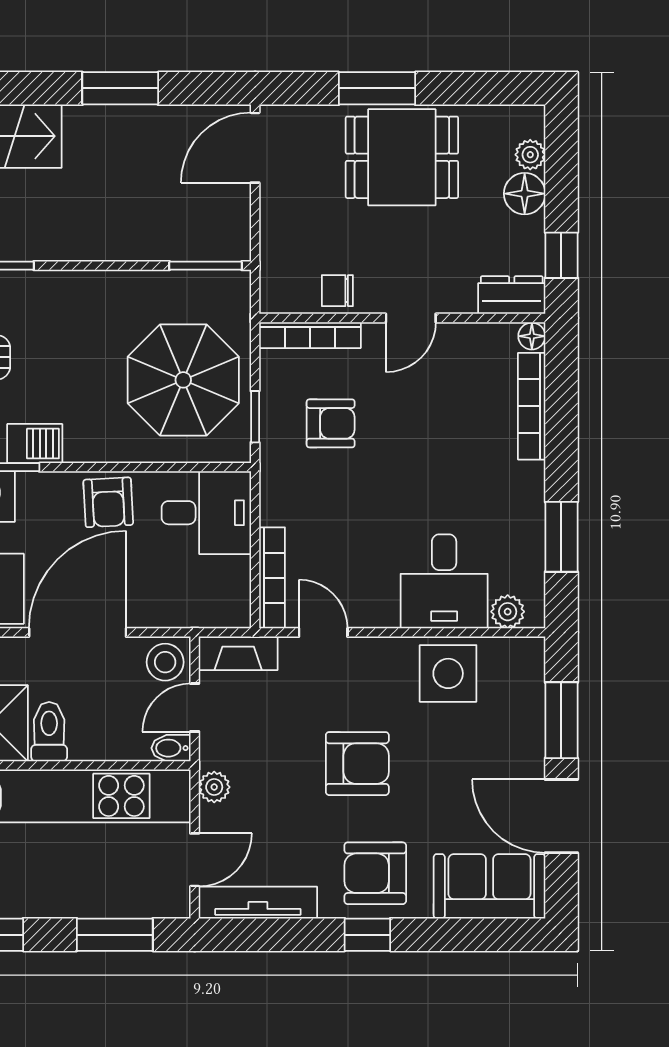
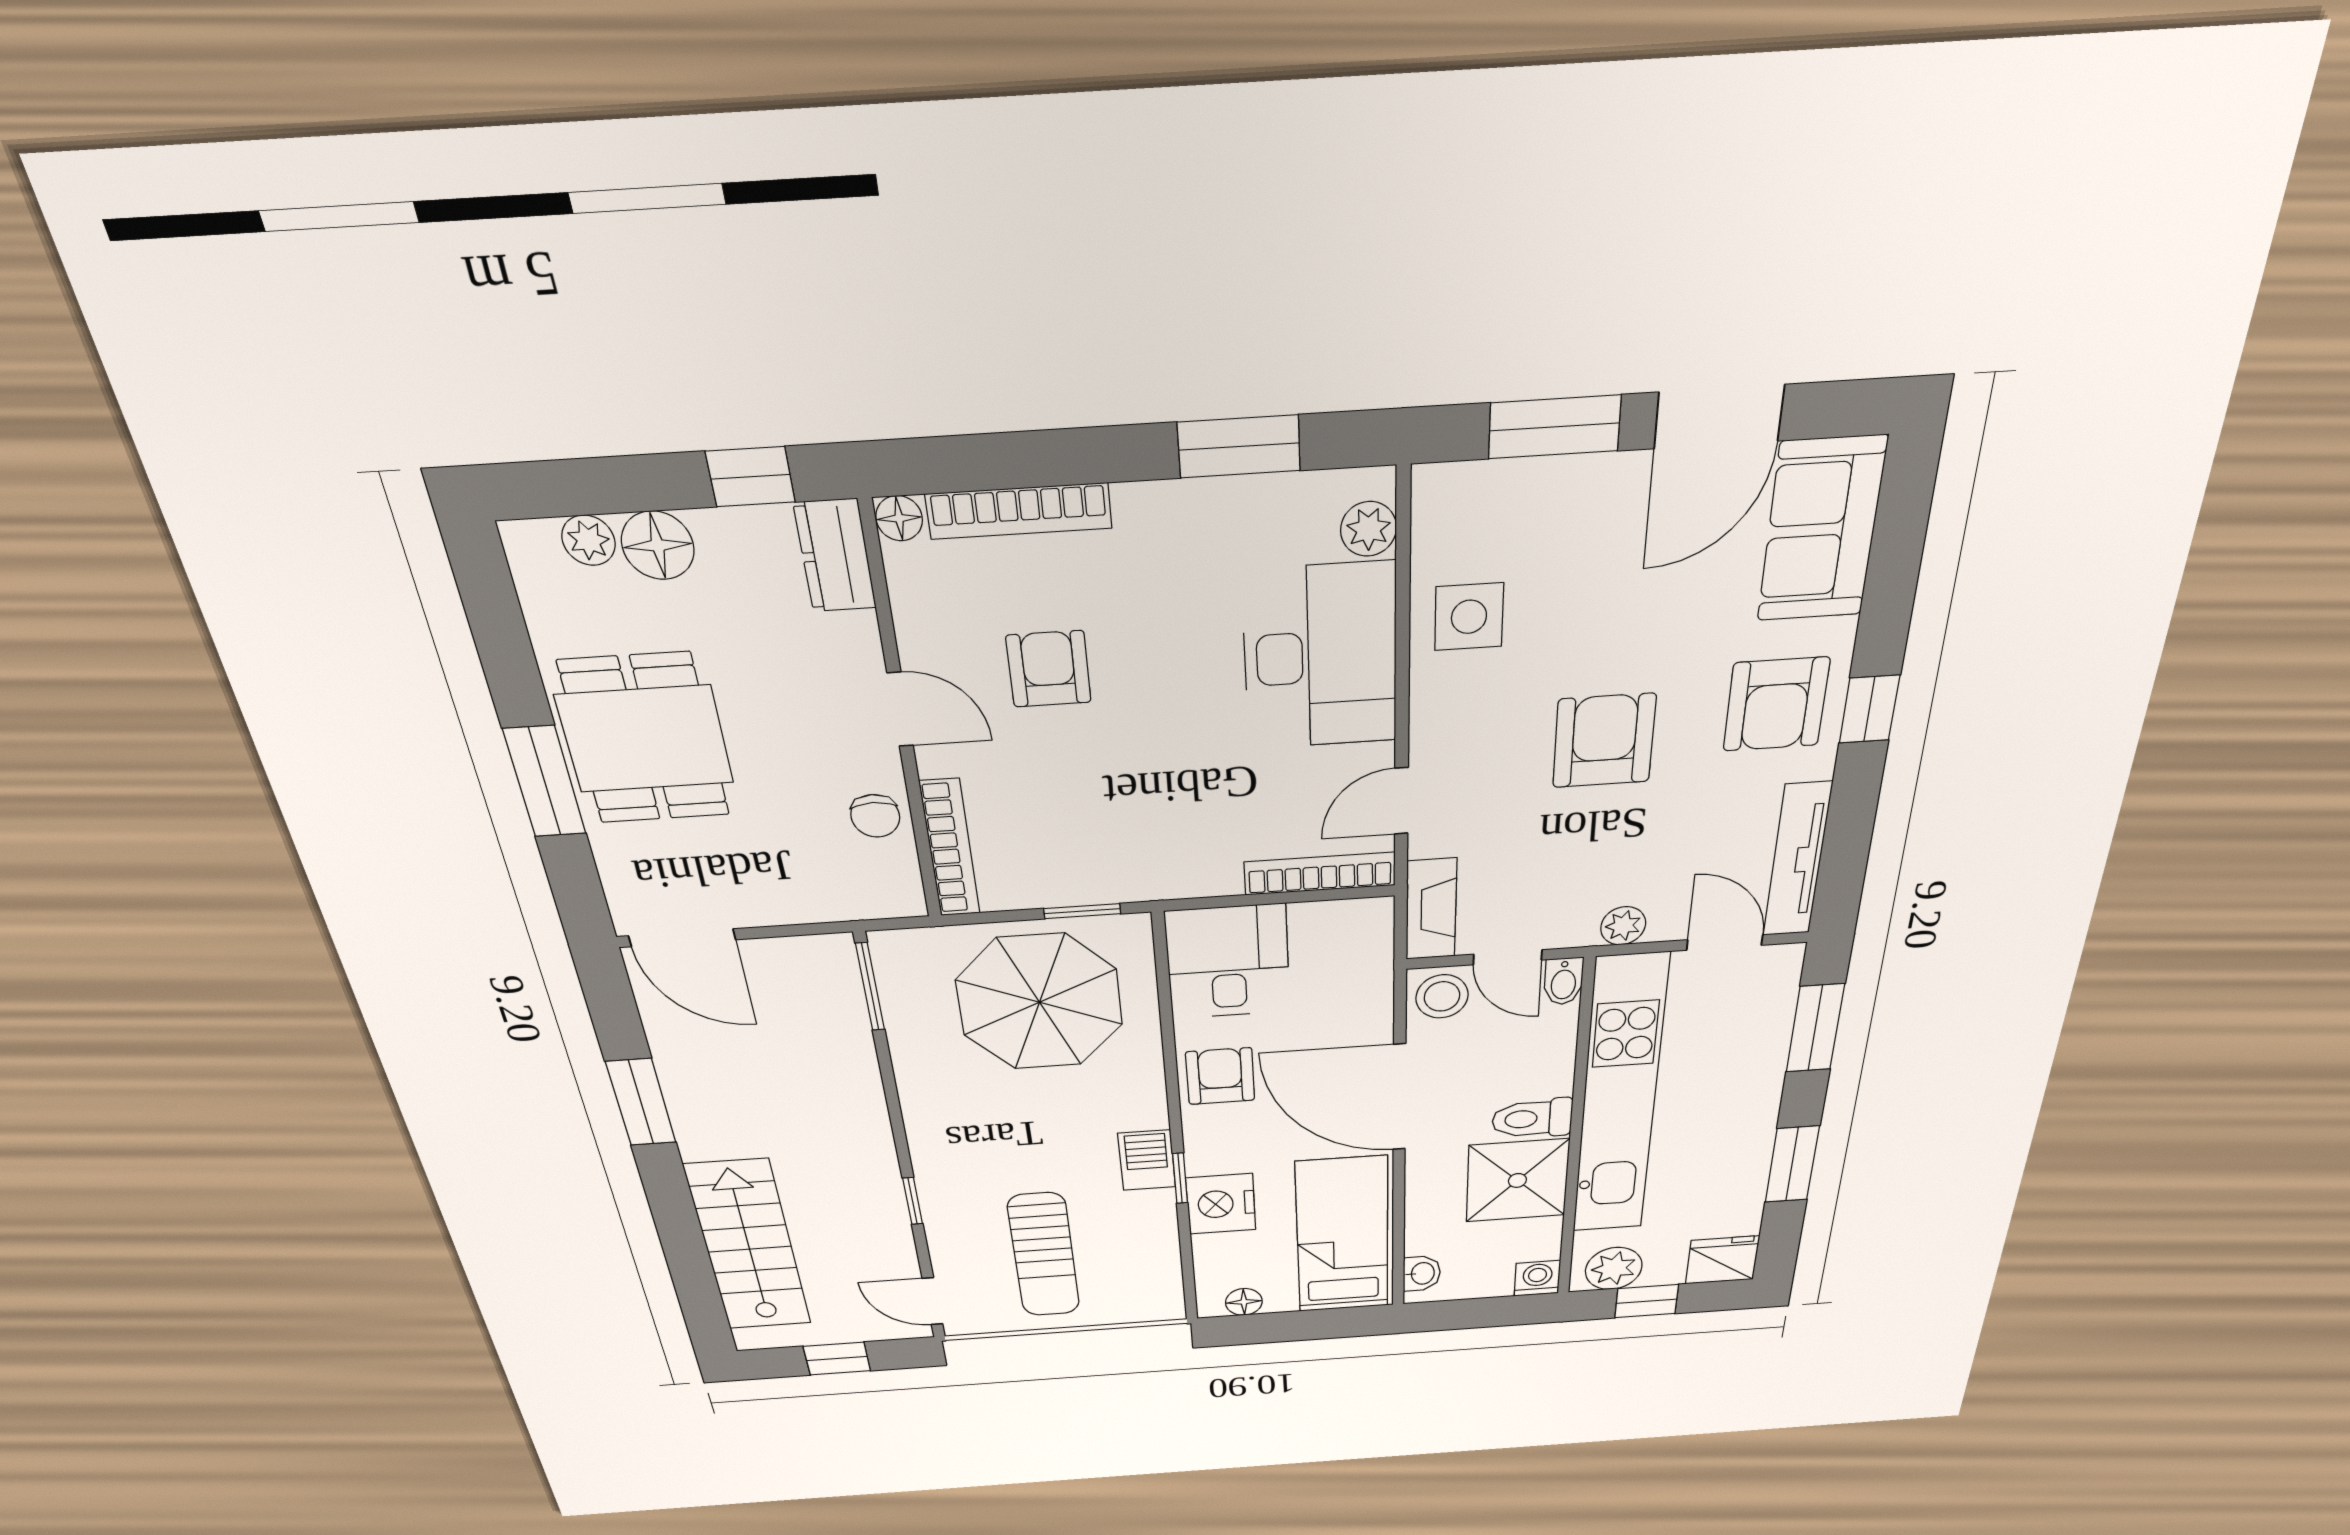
armchair: (331, 423) -> (1049, 669), moved
armchair: (108, 502) -> (1220, 1076), turned -87
desk: (444, 581) -> (1320, 657), width x1.37
side table: (448, 673) -> (1469, 617), width x0.73, depth x0.73

